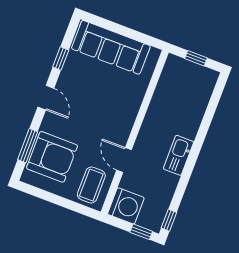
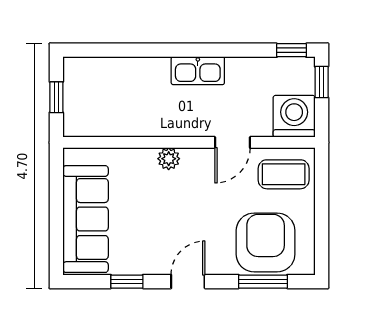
plant: (129, 115) -> (169, 159), added

